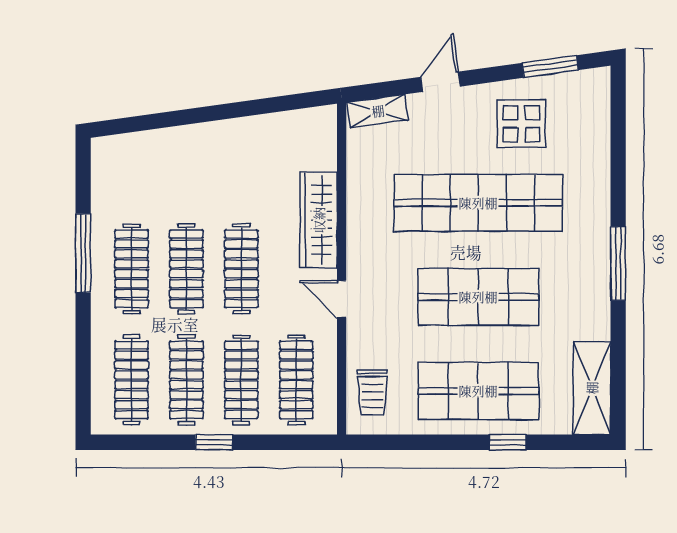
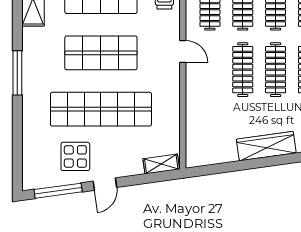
window: (550, 66) -> (58, 191), width x1.44
door: (440, 82) -> (105, 184), moved
wardrobe: (319, 220) -> (266, 146), moved, turned -98

